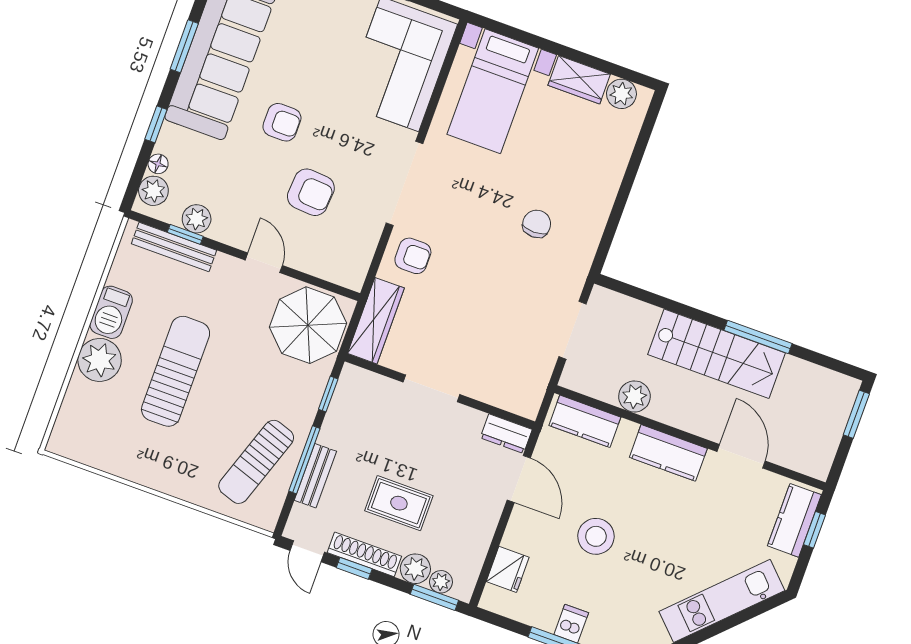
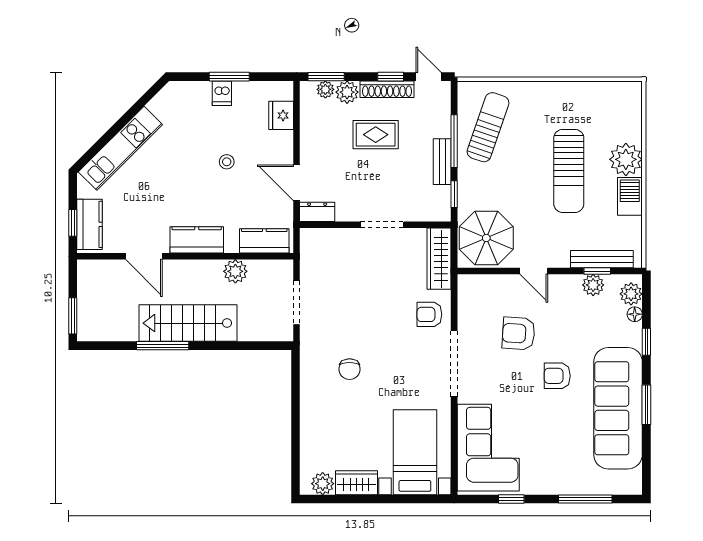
bench: (315, 476) -> (442, 162), moved
stool: (596, 536) -> (227, 162), width x0.53, depth x0.53

